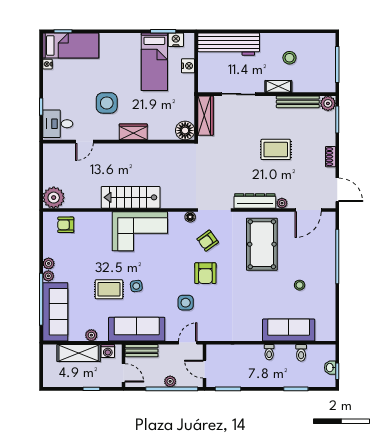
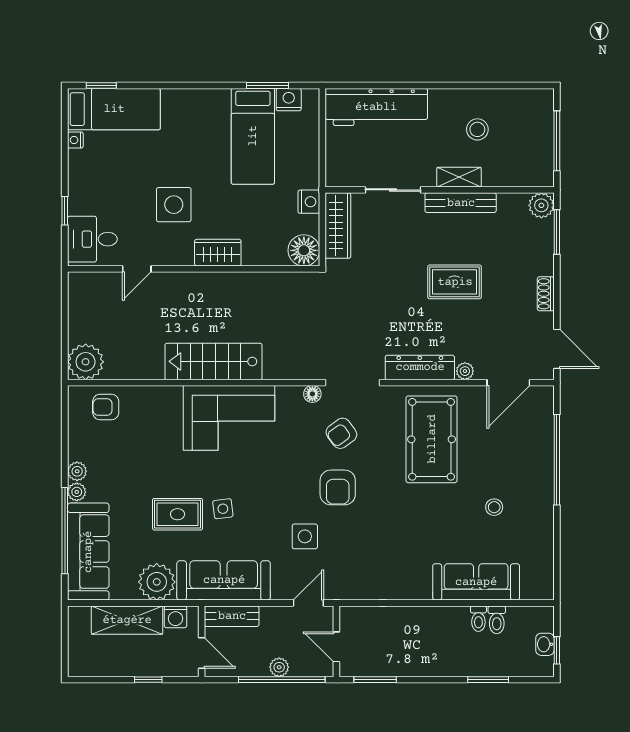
nightstand: (188, 66) -> (309, 202), moved
bench: (298, 102) -> (461, 203), moved
plant: (91, 335) -> (157, 582), width x1.87, depth x1.87
toilet: (269, 352) -> (478, 619), moved

